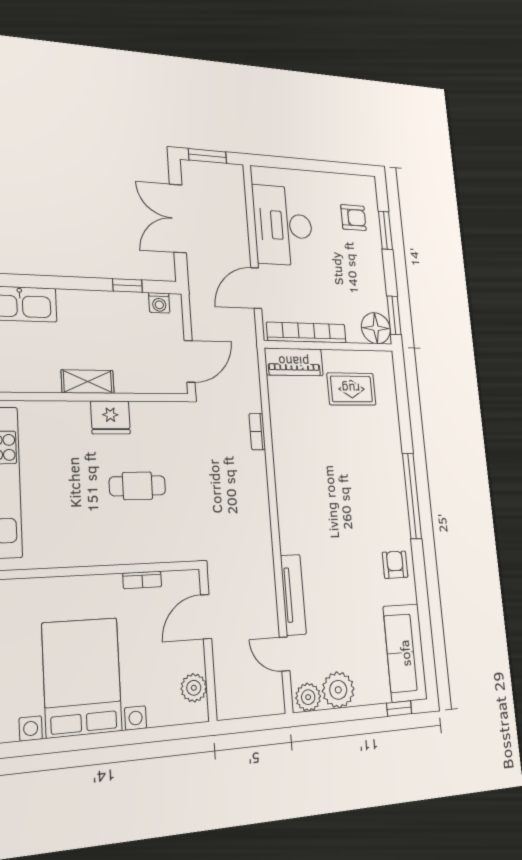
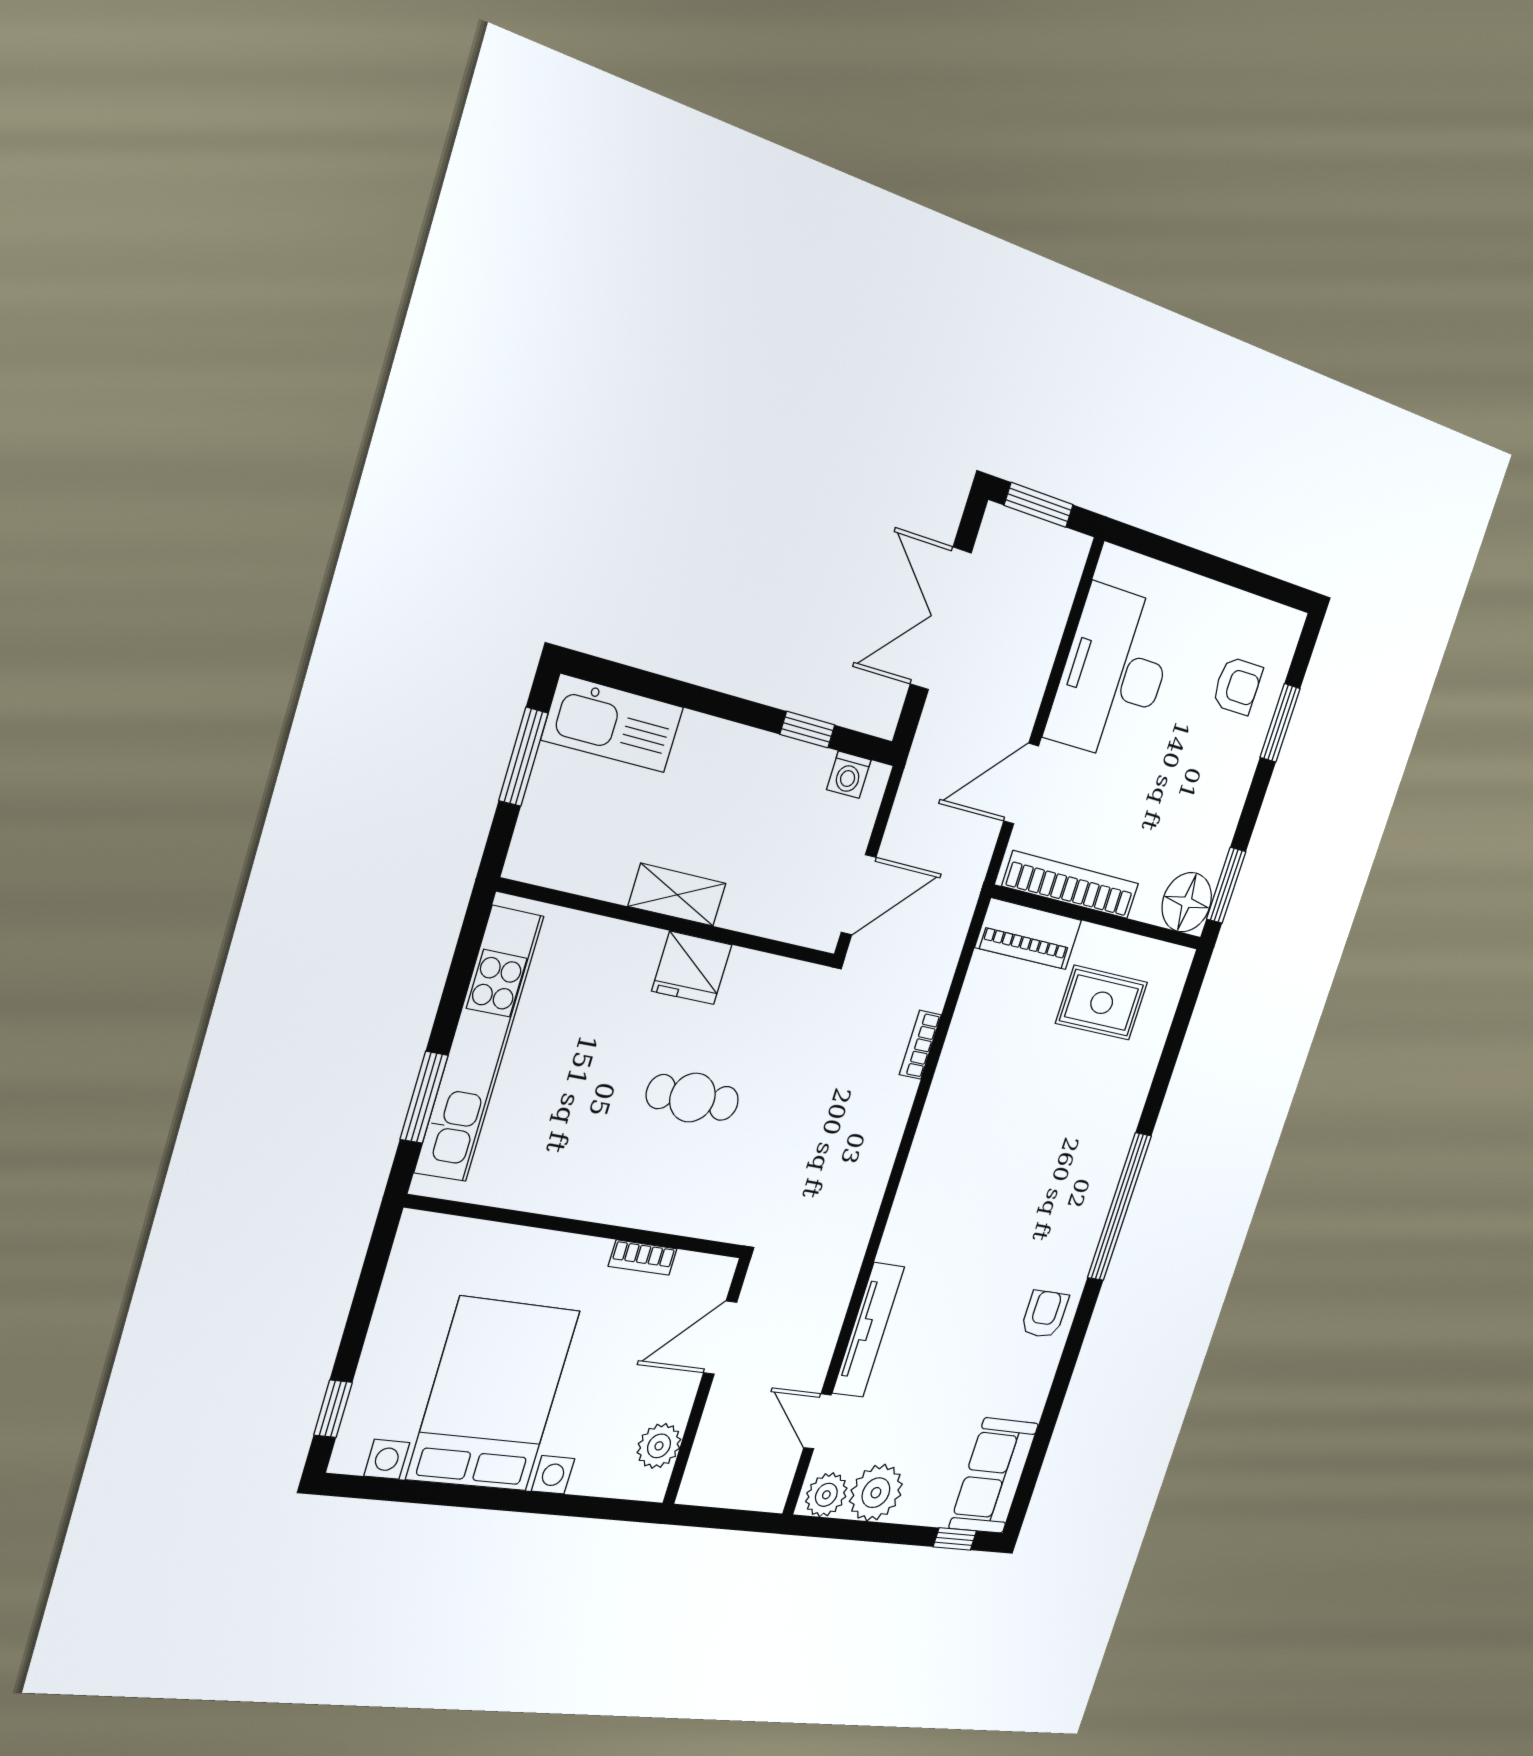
sofa: (405, 653) -> (994, 1476), width x0.73

